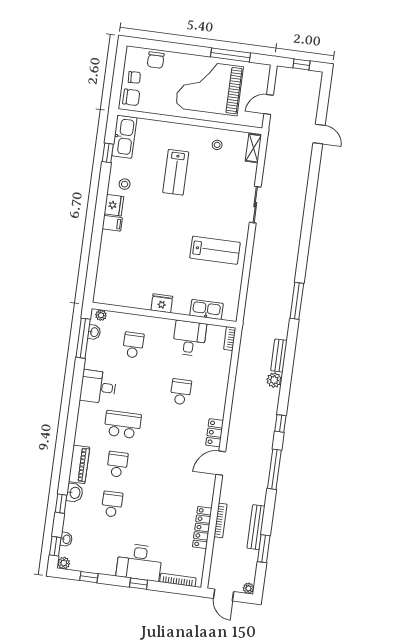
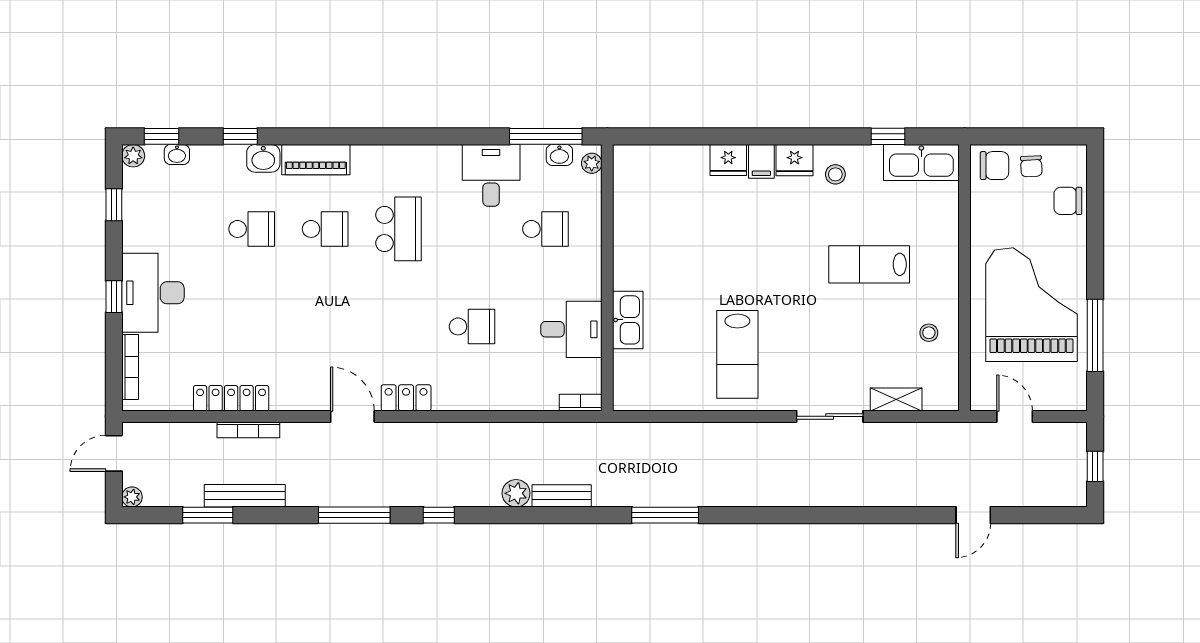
chair: (131, 97) -> (994, 166), turned -90
shelving: (253, 148) -> (896, 399), moved
fridge: (162, 303) -> (728, 160), moved, turned 90
kitchen sink: (206, 309) -> (628, 320), moved
desk: (98, 387) -> (491, 175), moved

